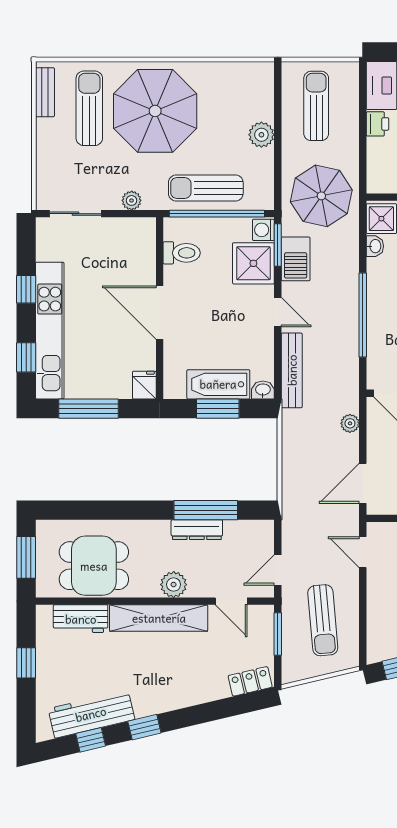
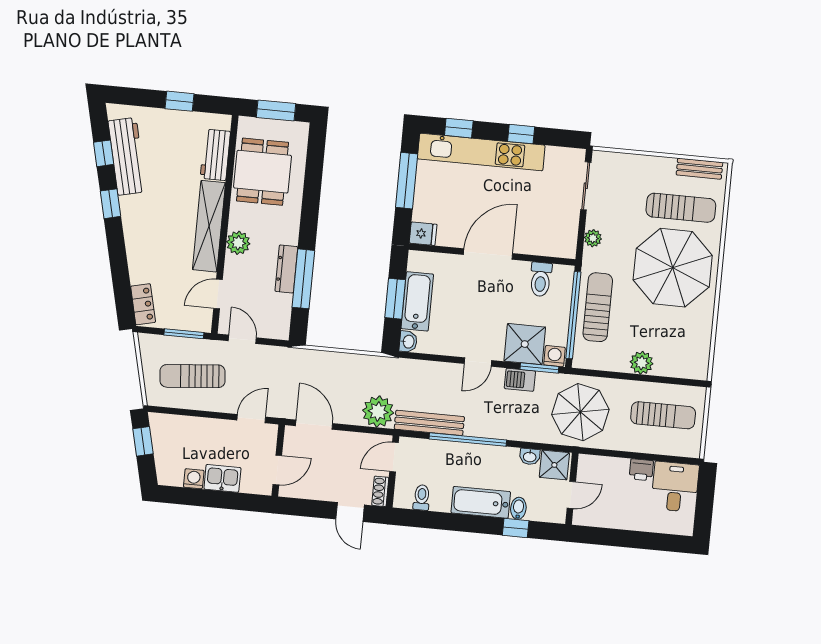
barbecue: (296, 259) -> (520, 380), width x0.73, depth x0.79
bench: (292, 370) -> (429, 423), moved
plant: (350, 423) -> (378, 412), width x1.88, depth x1.88

